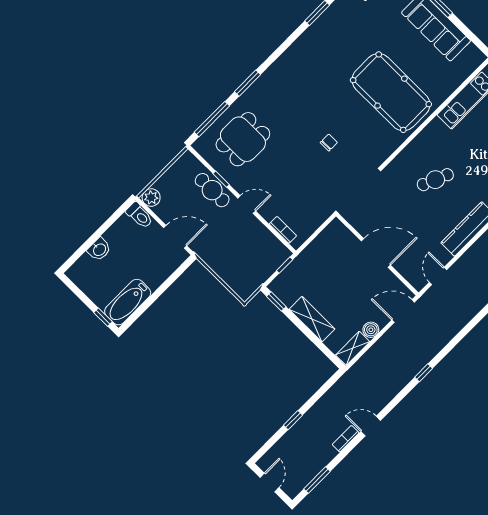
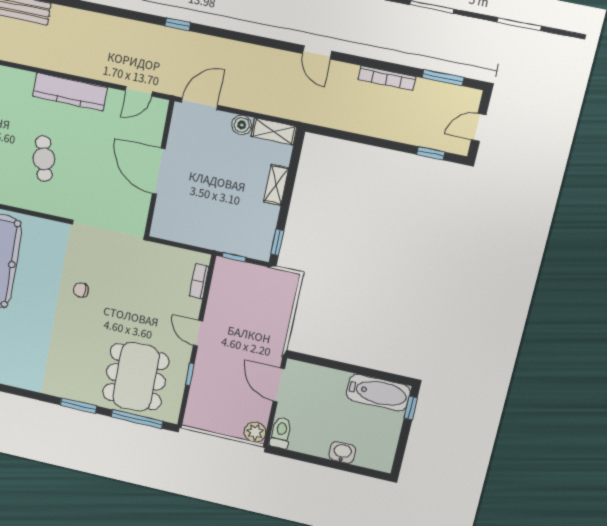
dining table: (243, 139) -> (136, 377), width x1.37
cafe table: (435, 180) -> (44, 159), turned 55
cafe table: (212, 190) -> (207, 376), removed
door: (403, 311) -> (199, 104), swing flipped
shelving: (312, 319) -> (276, 185), width x0.67, depth x0.75
window: (424, 373) -> (178, 24), moved
window: (293, 420) -> (431, 153), moved
door: (371, 426) -> (317, 52), moved
bookcase: (346, 439) -> (387, 78), width x1.56

